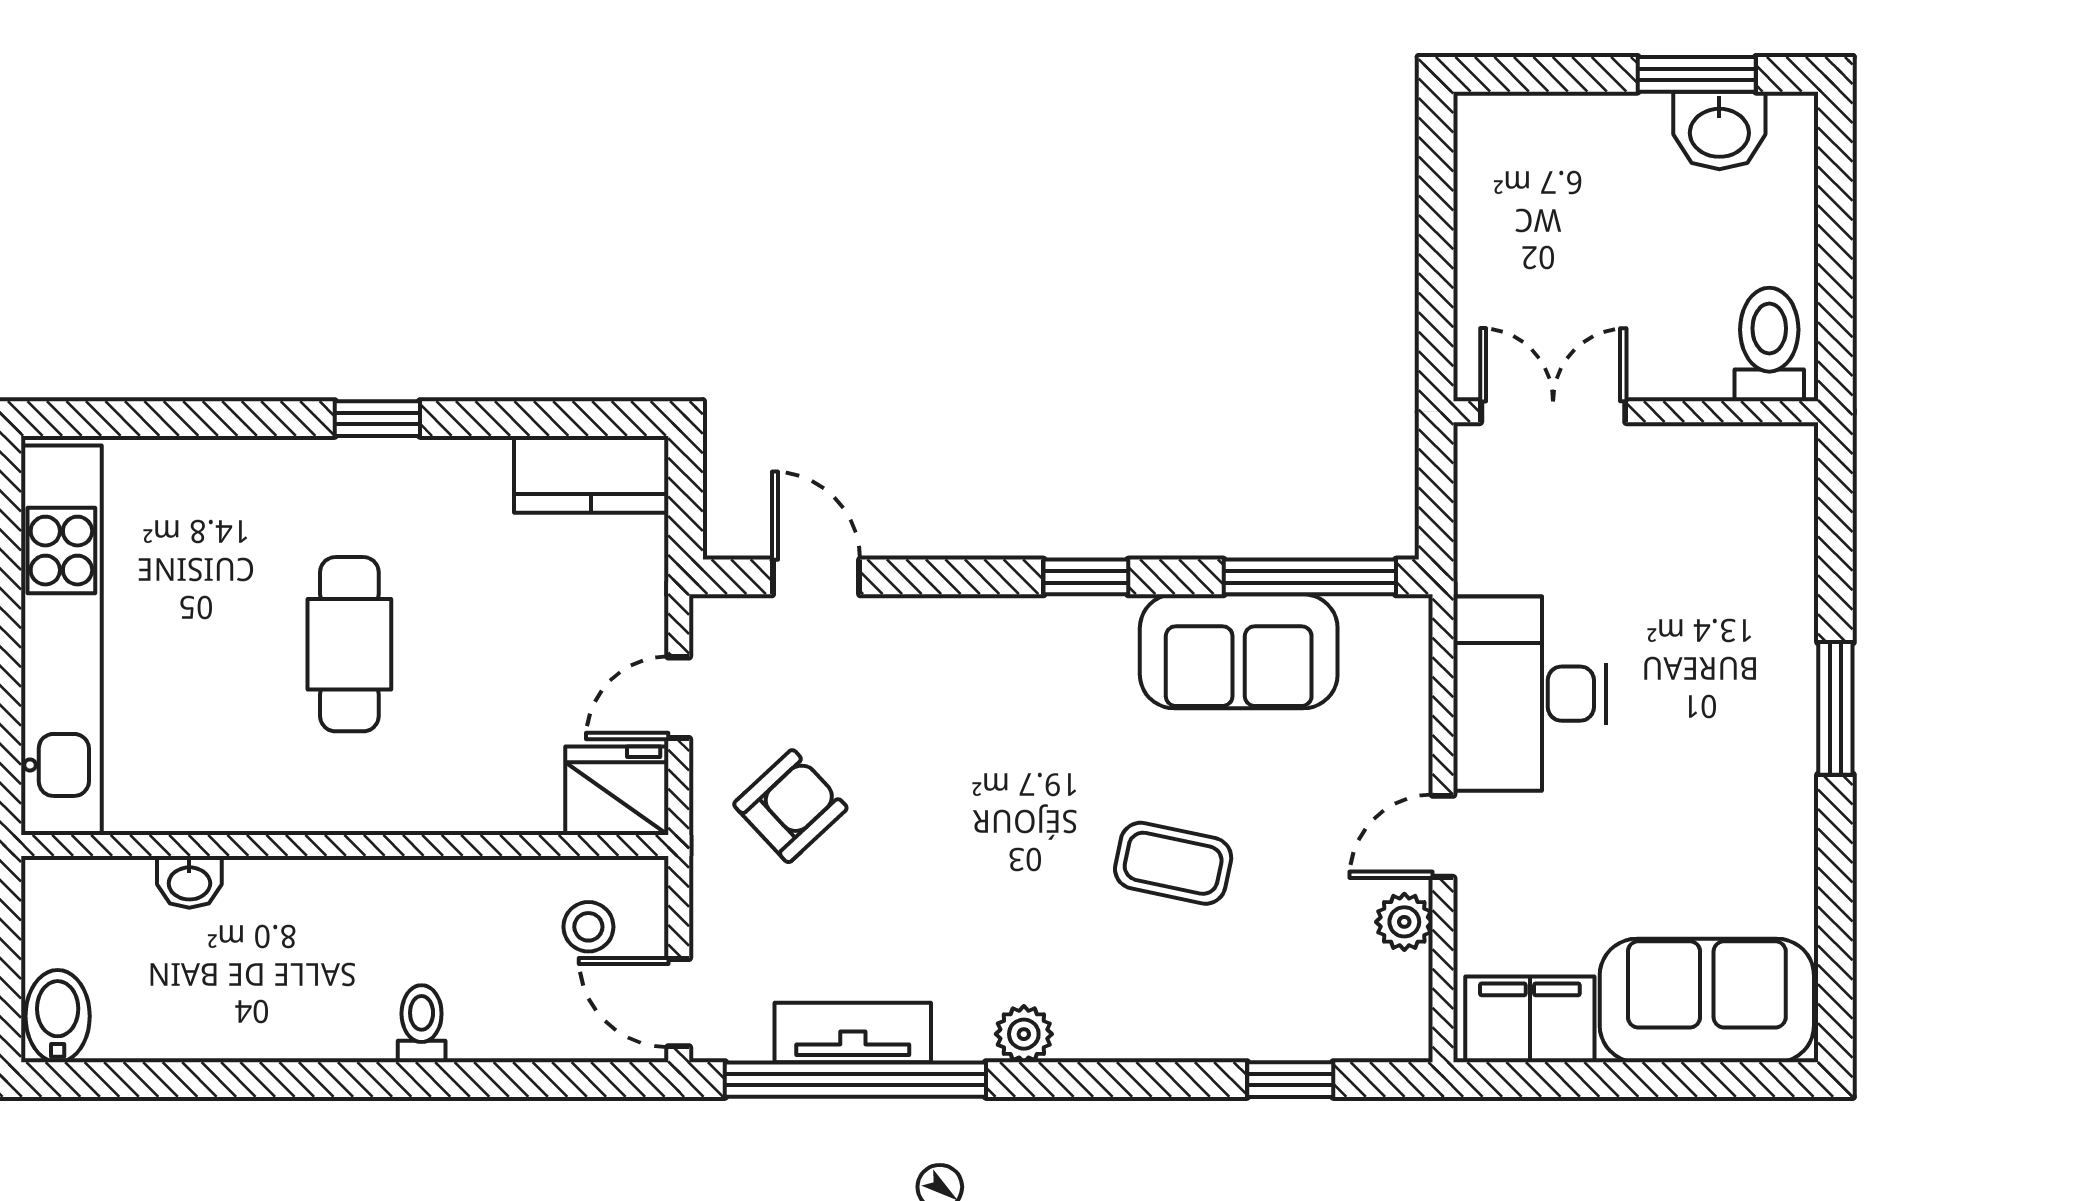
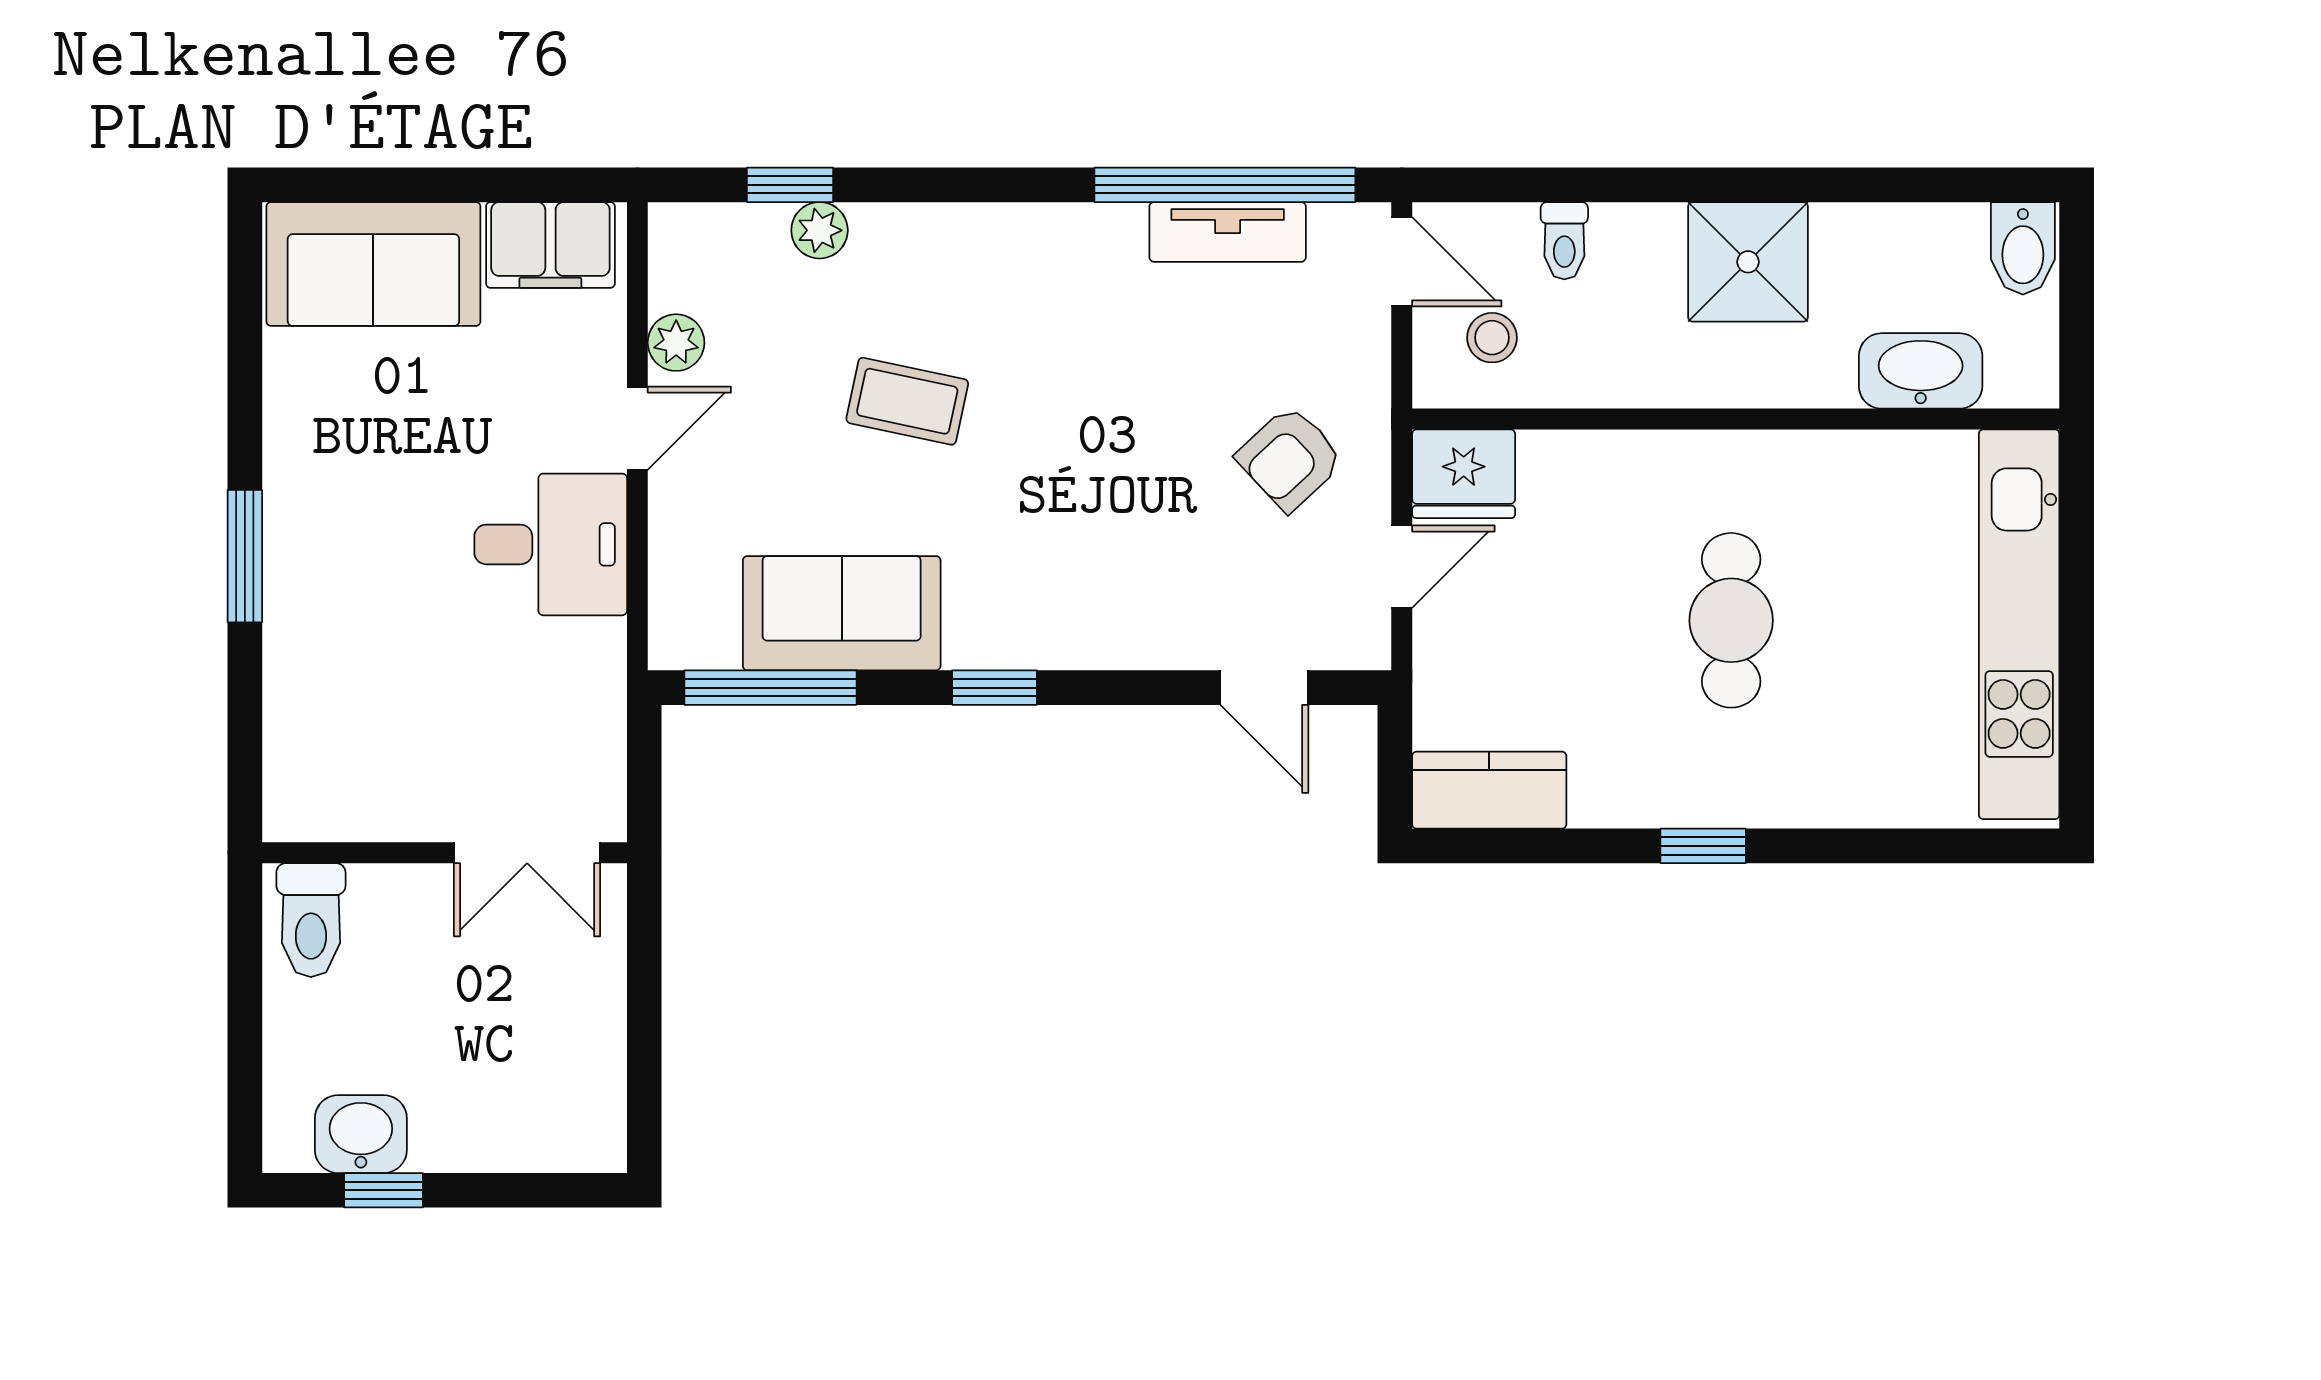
window: (1697, 74) -> (384, 1190), width x0.67
desk: (1530, 694) -> (551, 544), width x0.73
washbasin: (189, 882) -> (1921, 371), width x1.91, depth x1.45
shower: (332, 1003) -> (1748, 262), added
toilet: (422, 1024) -> (1564, 241), moved
plant: (1024, 1034) -> (820, 230), moved

